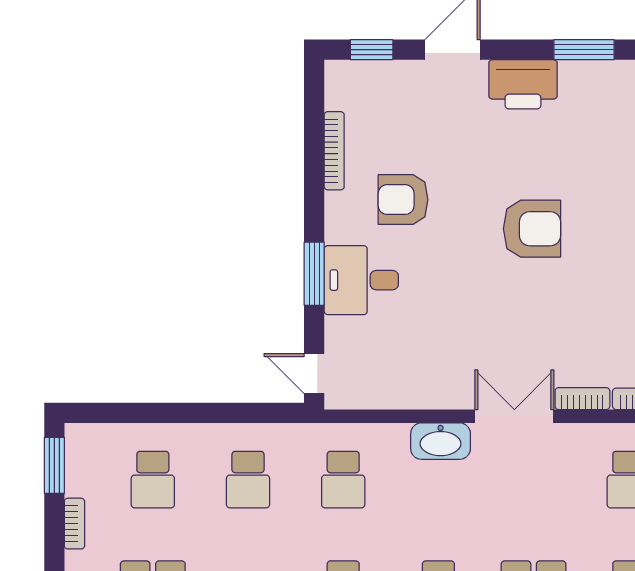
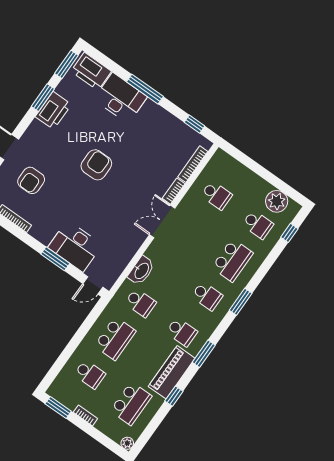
printer: (523, 84) -> (53, 110), moved
armchair: (403, 200) -> (31, 180), moved
desk: (361, 280) -> (75, 246), width x1.37
washbasin: (441, 441) -> (141, 271), moved
school desk: (248, 480) -> (115, 338), width x1.85

